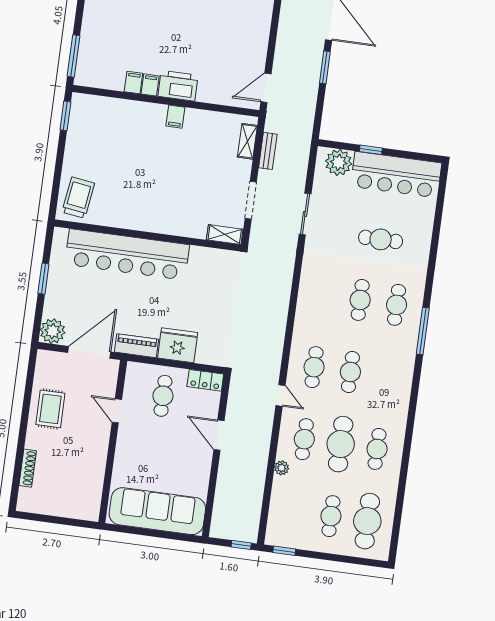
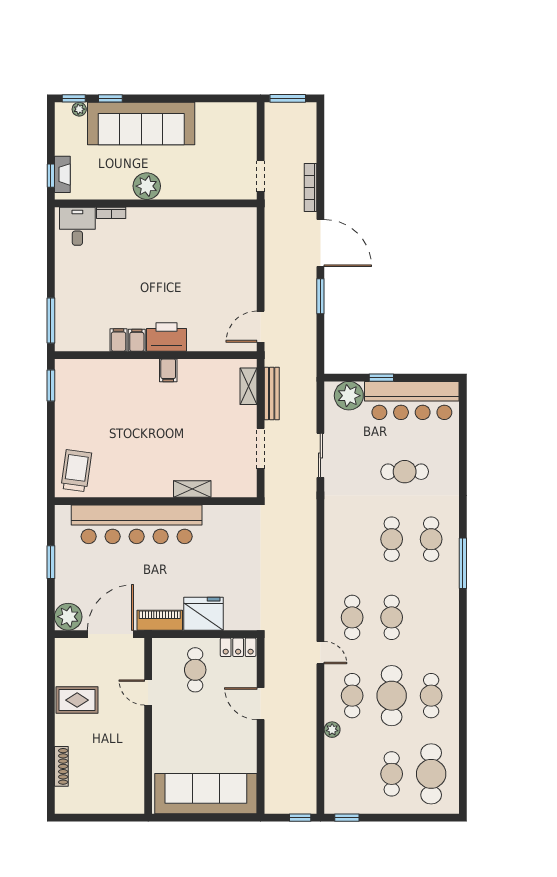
bench: (268, 151) -> (272, 394), width x1.36
shelving: (225, 235) -> (192, 489), moved
rug: (50, 409) -> (77, 700), turned 90

